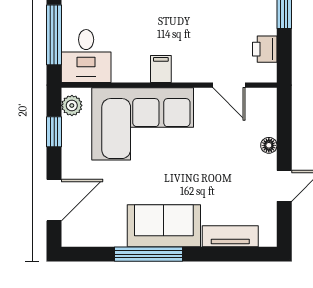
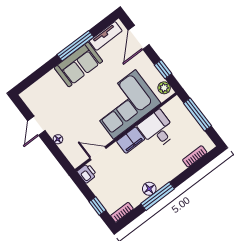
printer: (265, 49) -> (87, 173), moved
desk: (86, 56) -> (157, 129), moved
filing cabinet: (161, 69) -> (131, 140), width x2.00
tv unit: (230, 236) -> (106, 36), moved

